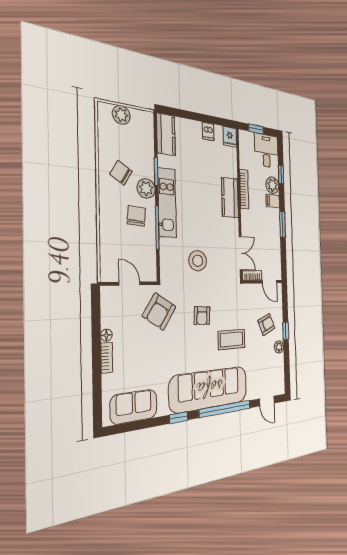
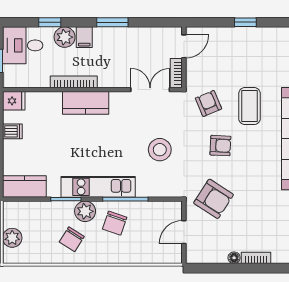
chair: (136, 216) -> (115, 223), turned -76
armchair: (266, 324) -> (209, 103), moved
plant: (279, 347) -> (264, 34), removed

